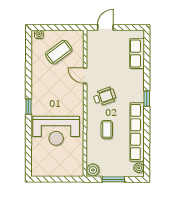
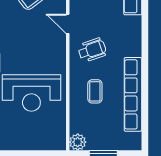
window: (147, 99) -> (145, 53), removed
plant: (139, 168) -> (135, 139), removed

